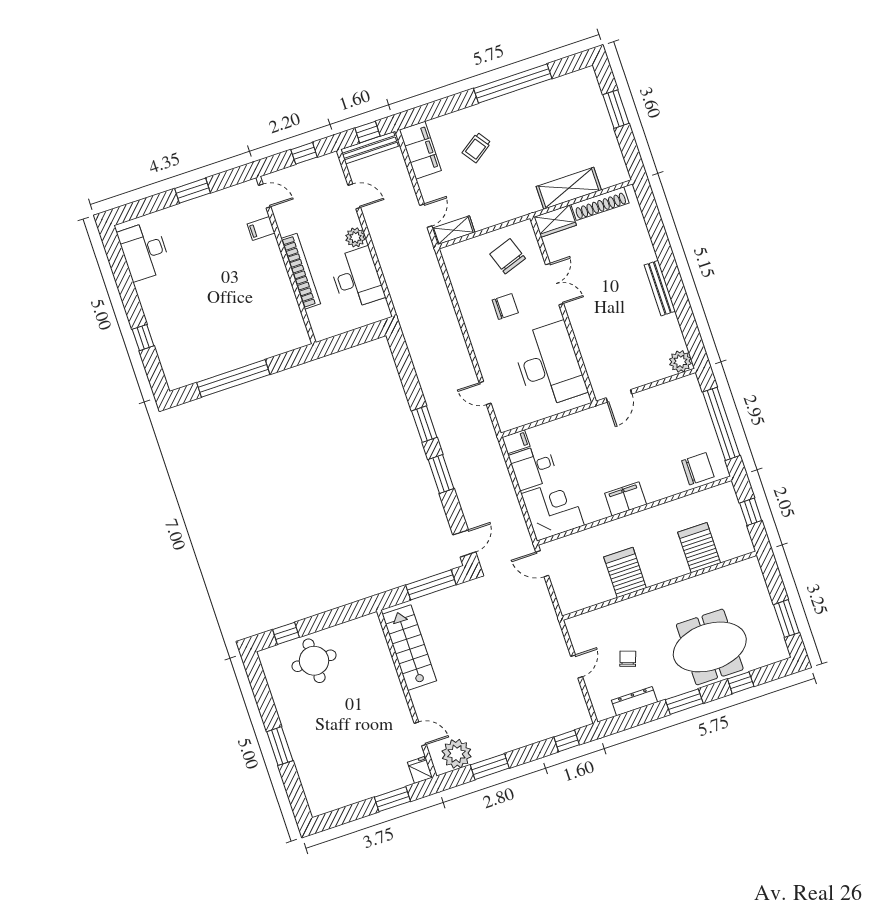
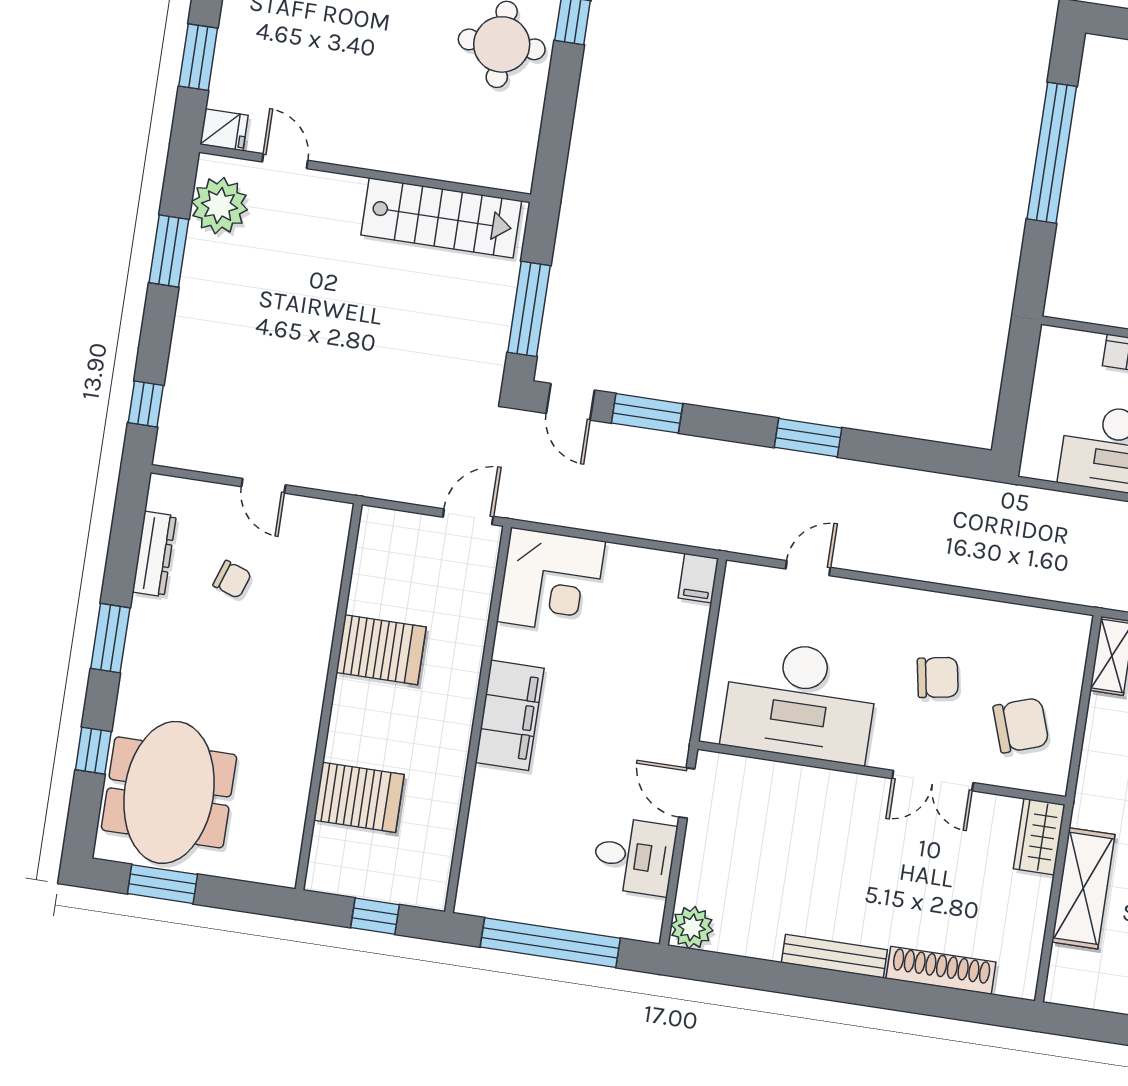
shoe rack: (600, 204) -> (941, 970), moved, turned 90
chair: (505, 306) -> (938, 677), turned -100
desk: (533, 467) -> (634, 856), moved, turned 90
chair: (698, 469) -> (494, 864), removed
window: (441, 474) -> (647, 413), moved
filing cabinet: (626, 499) -> (510, 715), width x1.50, depth x1.17
meeting table: (710, 647) -> (169, 792), moved
door: (420, 734) -> (285, 161), swing flipped

